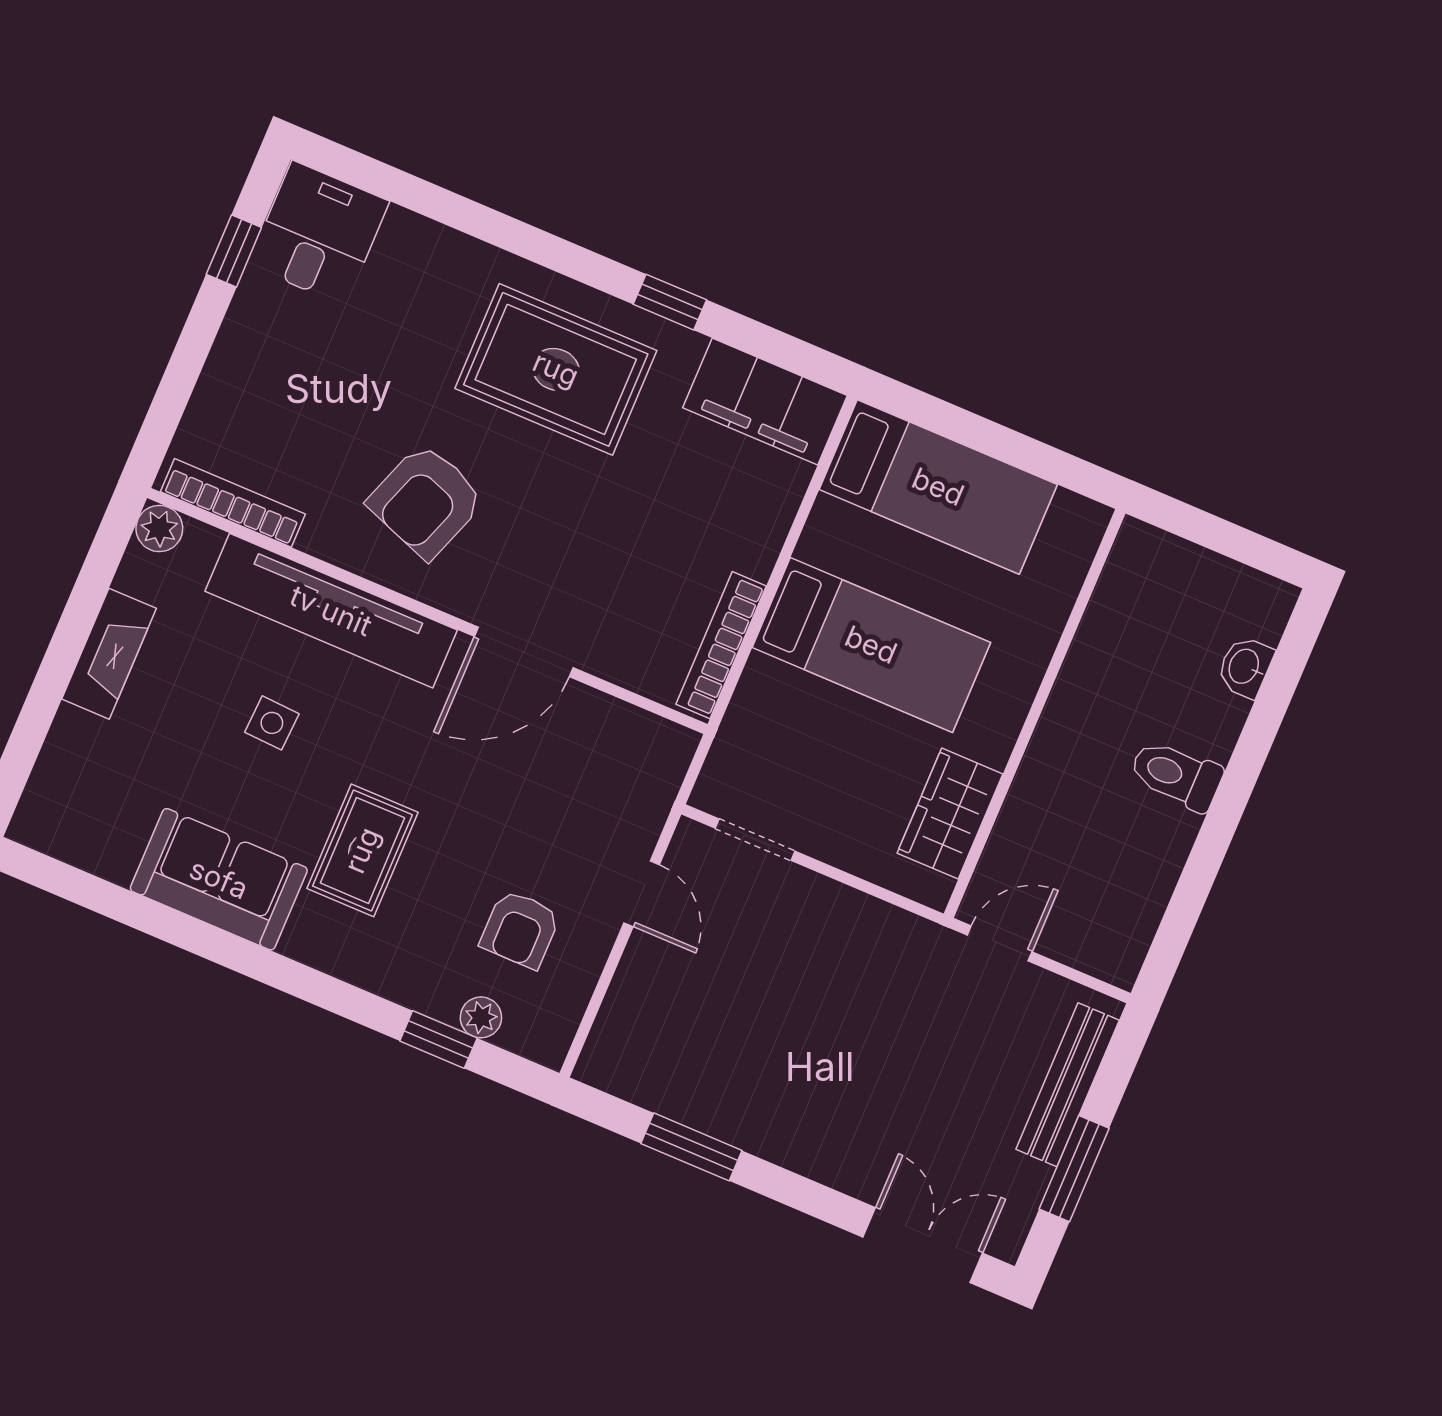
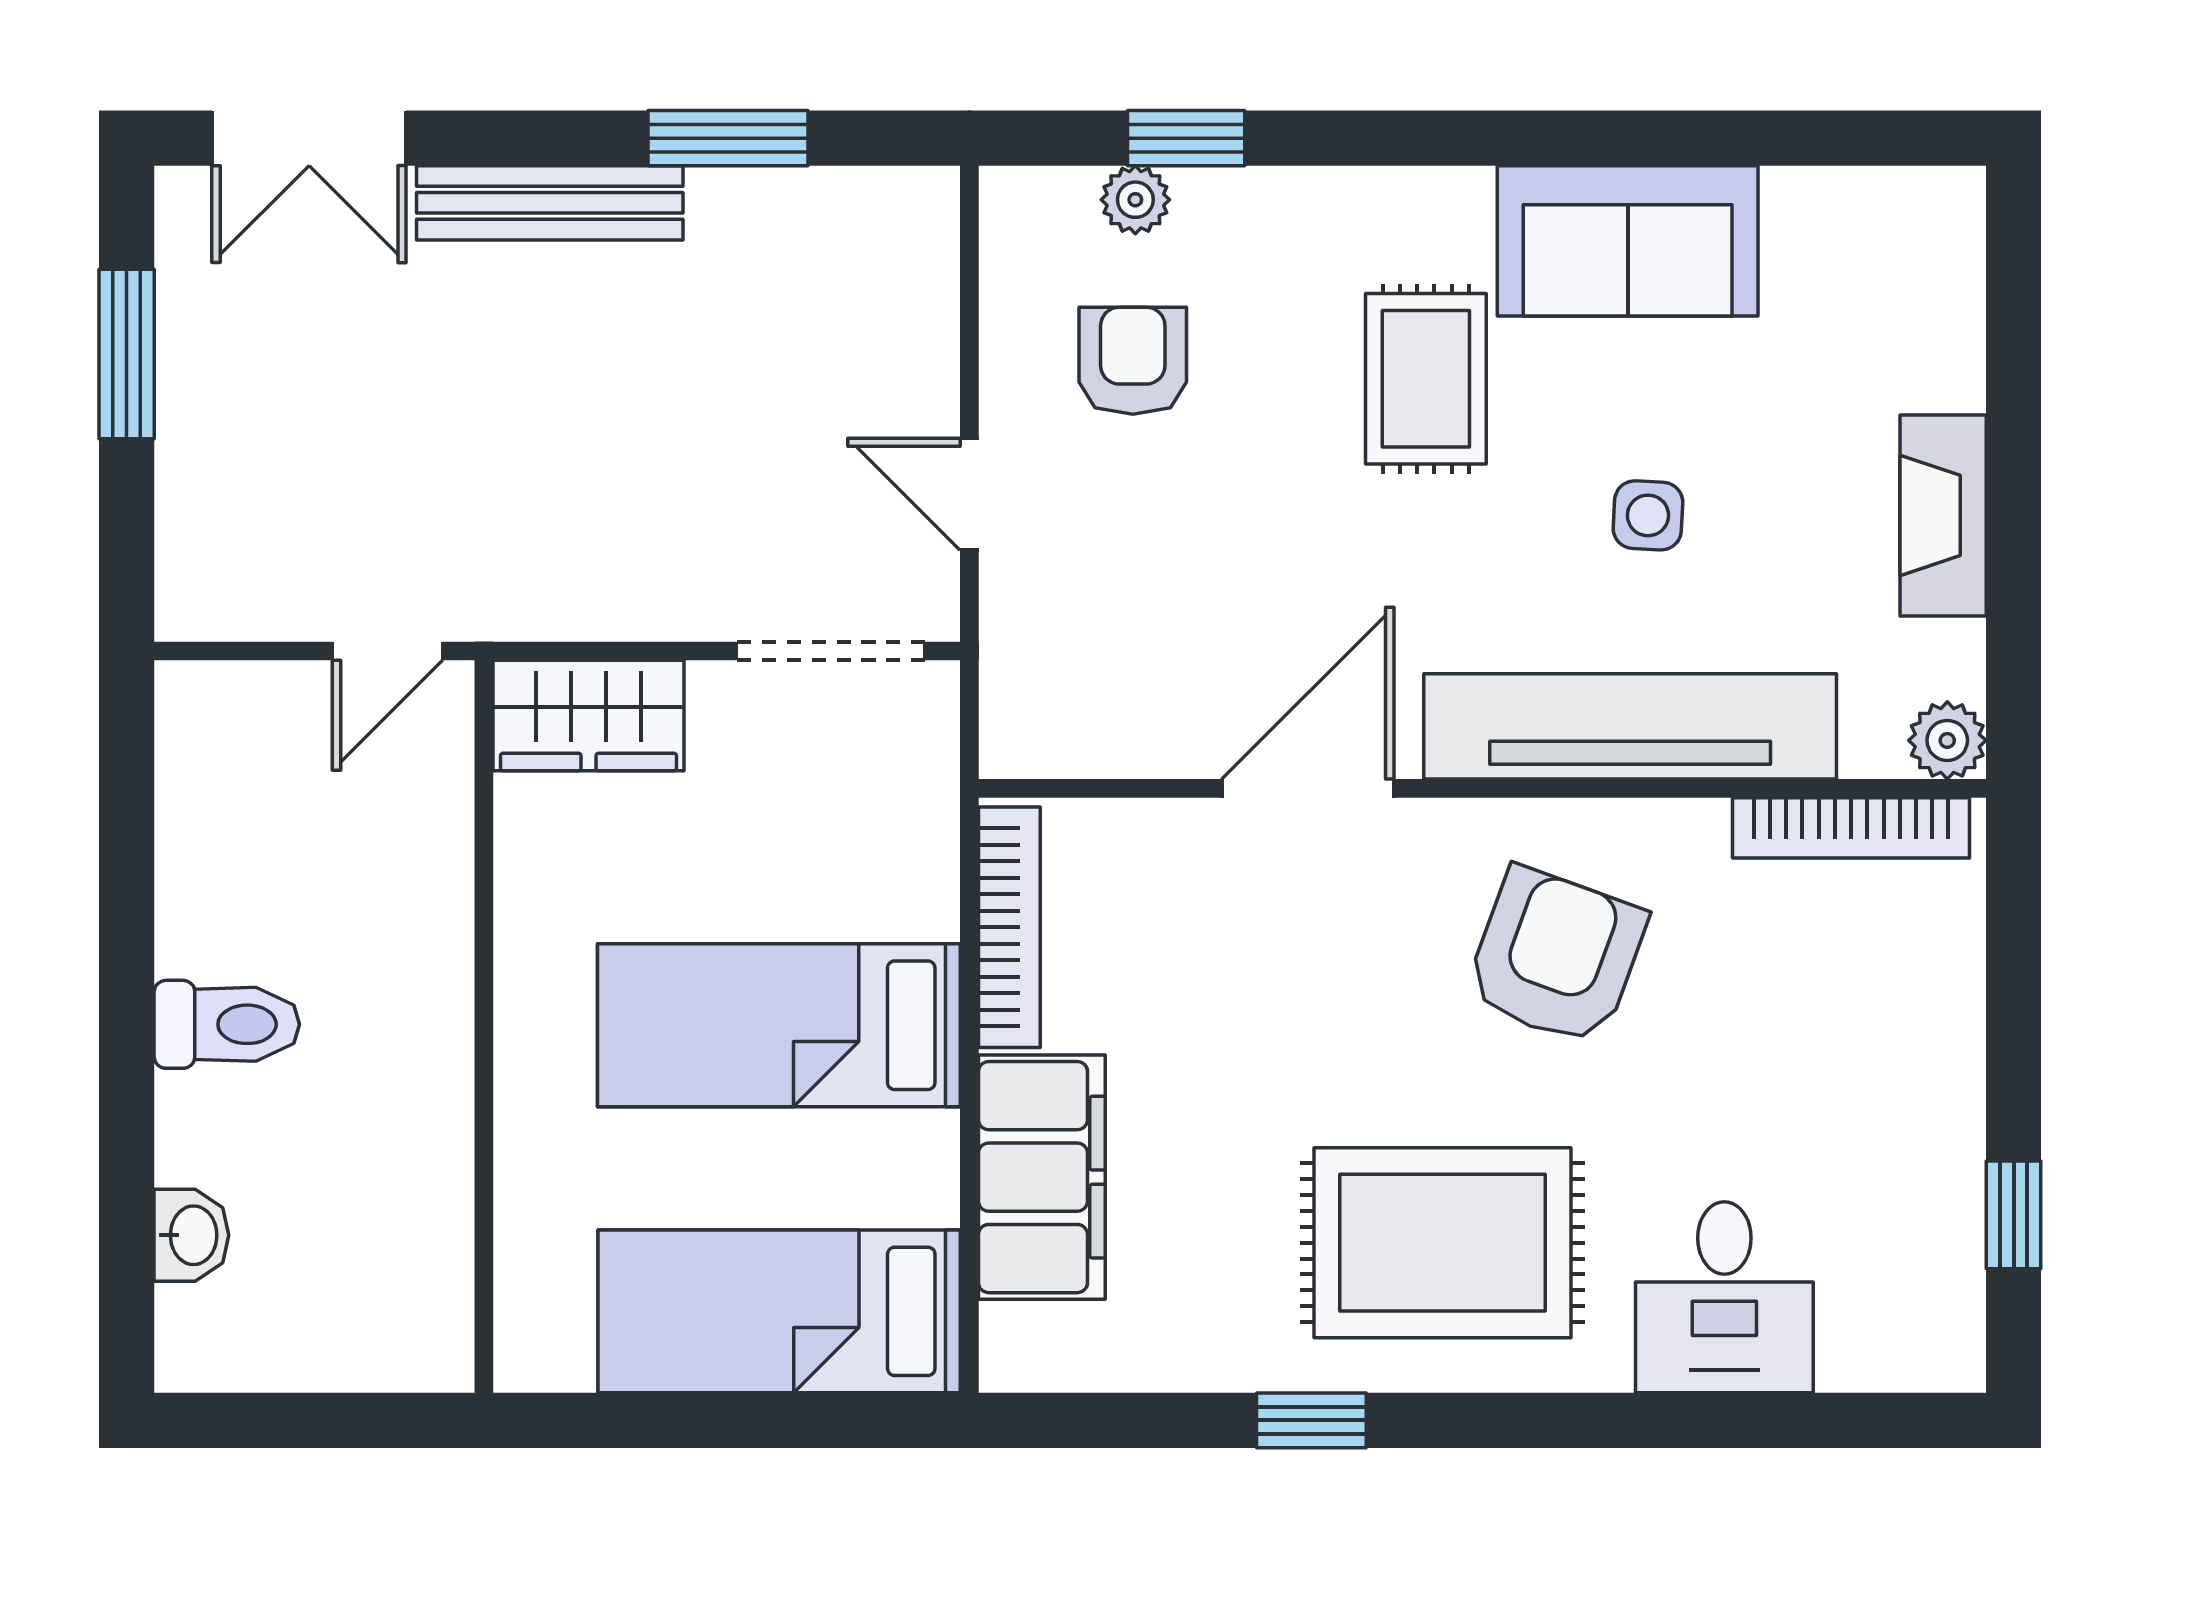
desk: (319, 233) -> (1724, 1297), moved
filing cabinet: (765, 402) -> (1042, 1177), moved, turned 90
wardrobe: (950, 814) -> (589, 715), moved, turned 90
doorway: (755, 840) -> (831, 651), width x1.38
bench: (1068, 1085) -> (550, 203), moved, turned 90

